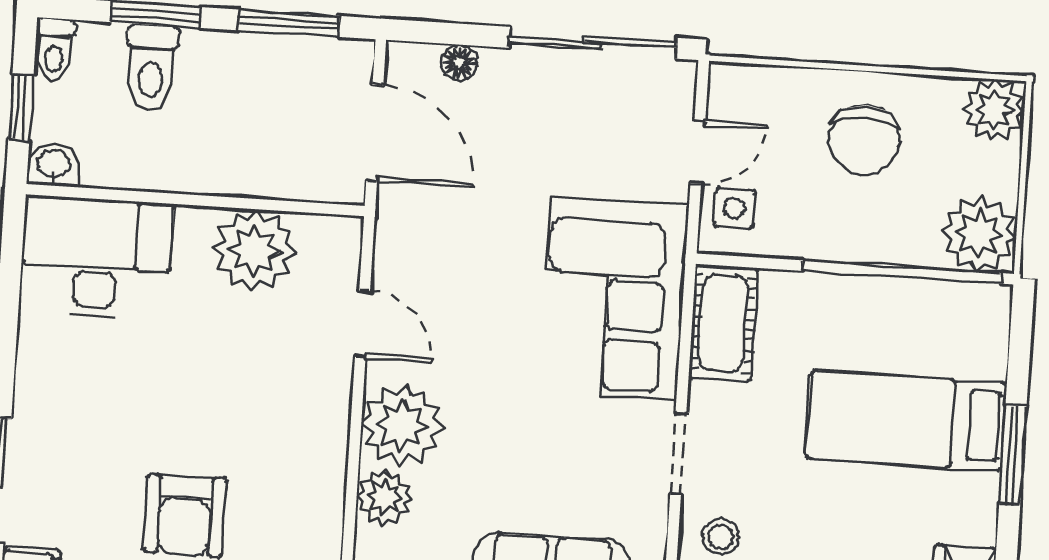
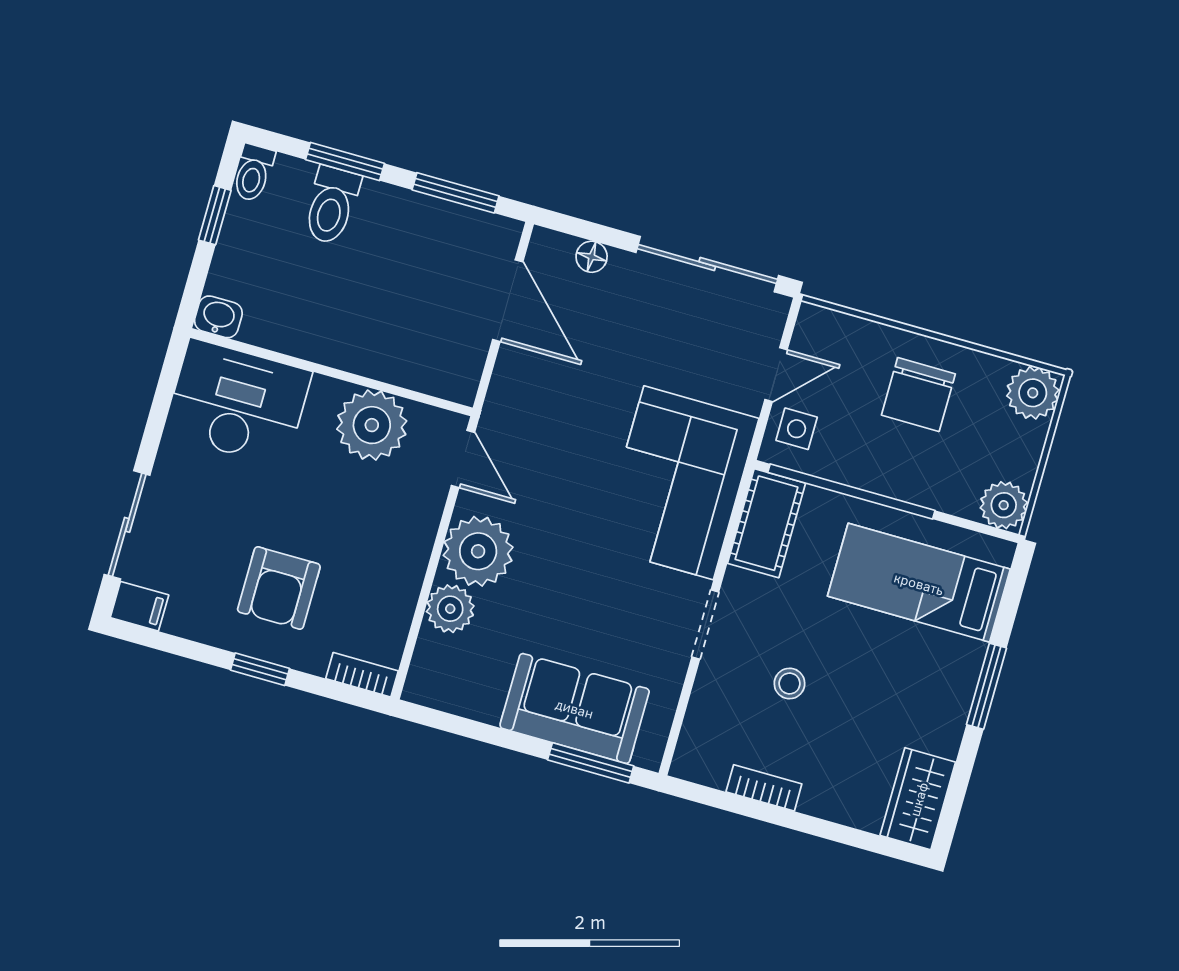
washbasin: (54, 165) -> (218, 317), moved
wall: (195, 200) -> (331, 372), moved
plant: (979, 234) -> (1004, 505), width x0.73, depth x0.73
plant: (254, 250) -> (372, 425), moved
desk: (96, 258) -> (238, 403), moved
window: (902, 272) -> (851, 491), moved
bed: (906, 421) -> (919, 583), moved
stool: (721, 536) -> (790, 684), moved

